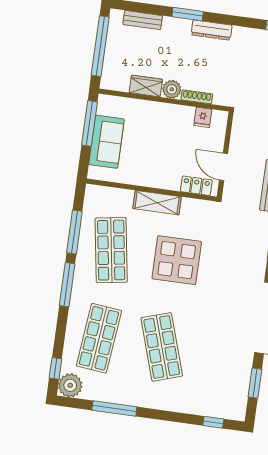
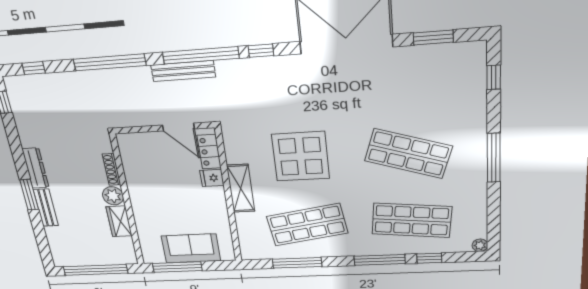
bench: (143, 20) -> (46, 208), moved
fridge: (203, 117) -> (212, 178), moved, turned 180
door: (224, 167) -> (178, 127), hinge flipped
window: (67, 285) -> (380, 260), moved
shop shelf: (162, 347) -> (408, 154), turned 36
window: (55, 368) -> (429, 258), moved
plant: (70, 385) -> (480, 245), width x0.53, depth x0.53
window: (114, 408) -> (494, 158), moved

